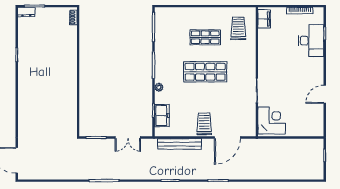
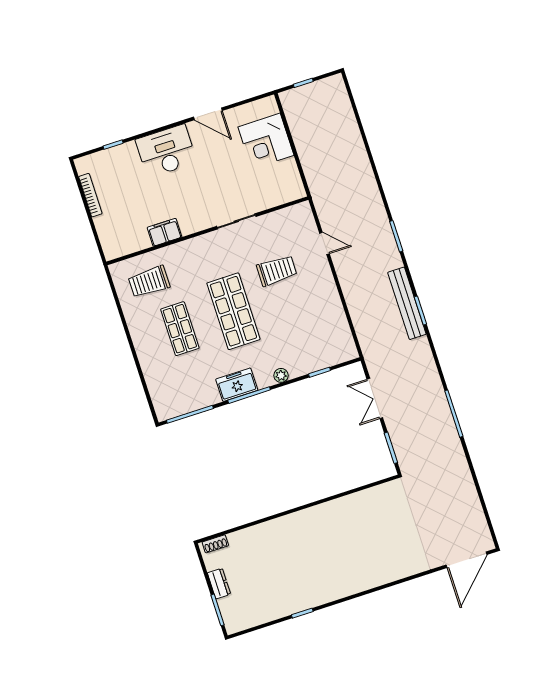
dresser: (26, 12) -> (219, 583), moved
filing cabinet: (264, 19) -> (165, 232), moved
desk: (311, 41) -> (166, 151), moved
freezer: (162, 116) -> (237, 385), moved
corner desk: (272, 120) -> (266, 141), moved, turned -90
trolley: (204, 124) -> (277, 271), moved, turned 180
double door: (128, 138) -> (375, 398), swing flipped
door: (227, 138) -> (324, 243), width x0.53
bench: (180, 144) -> (407, 303), moved

